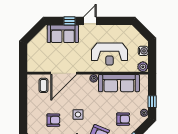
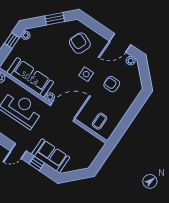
door: (64, 73) -> (63, 112), moved
armchair: (123, 119) -> (49, 43), removed

